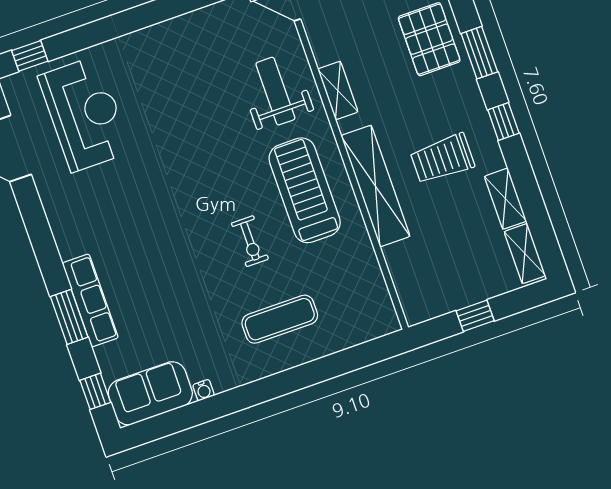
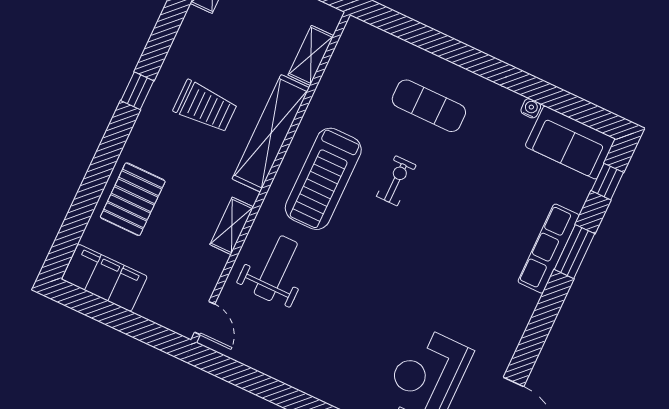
window: (479, 53) -> (107, 155), removed
weight bench: (275, 91) -> (276, 268), turned 180
shelving: (505, 199) -> (311, 55), moved

